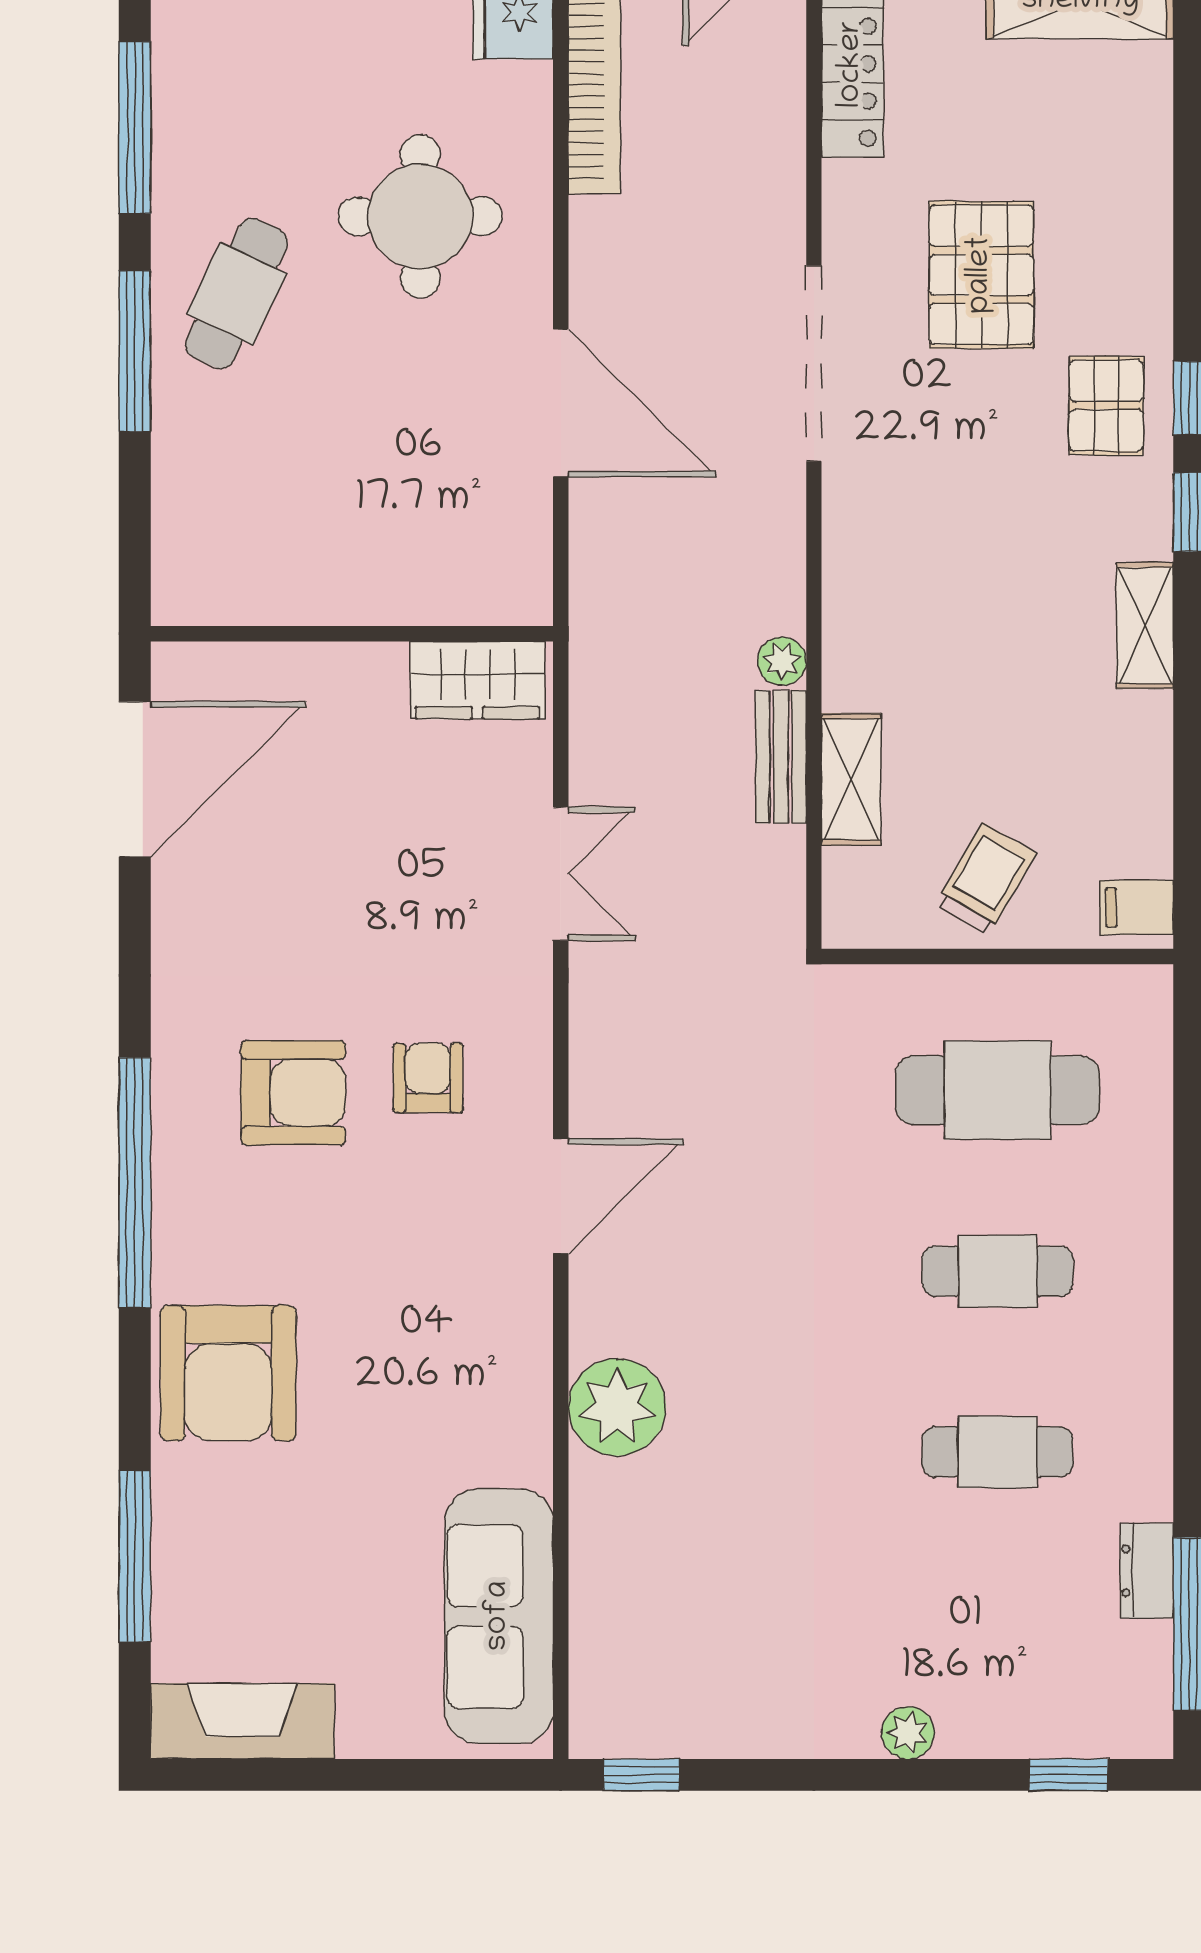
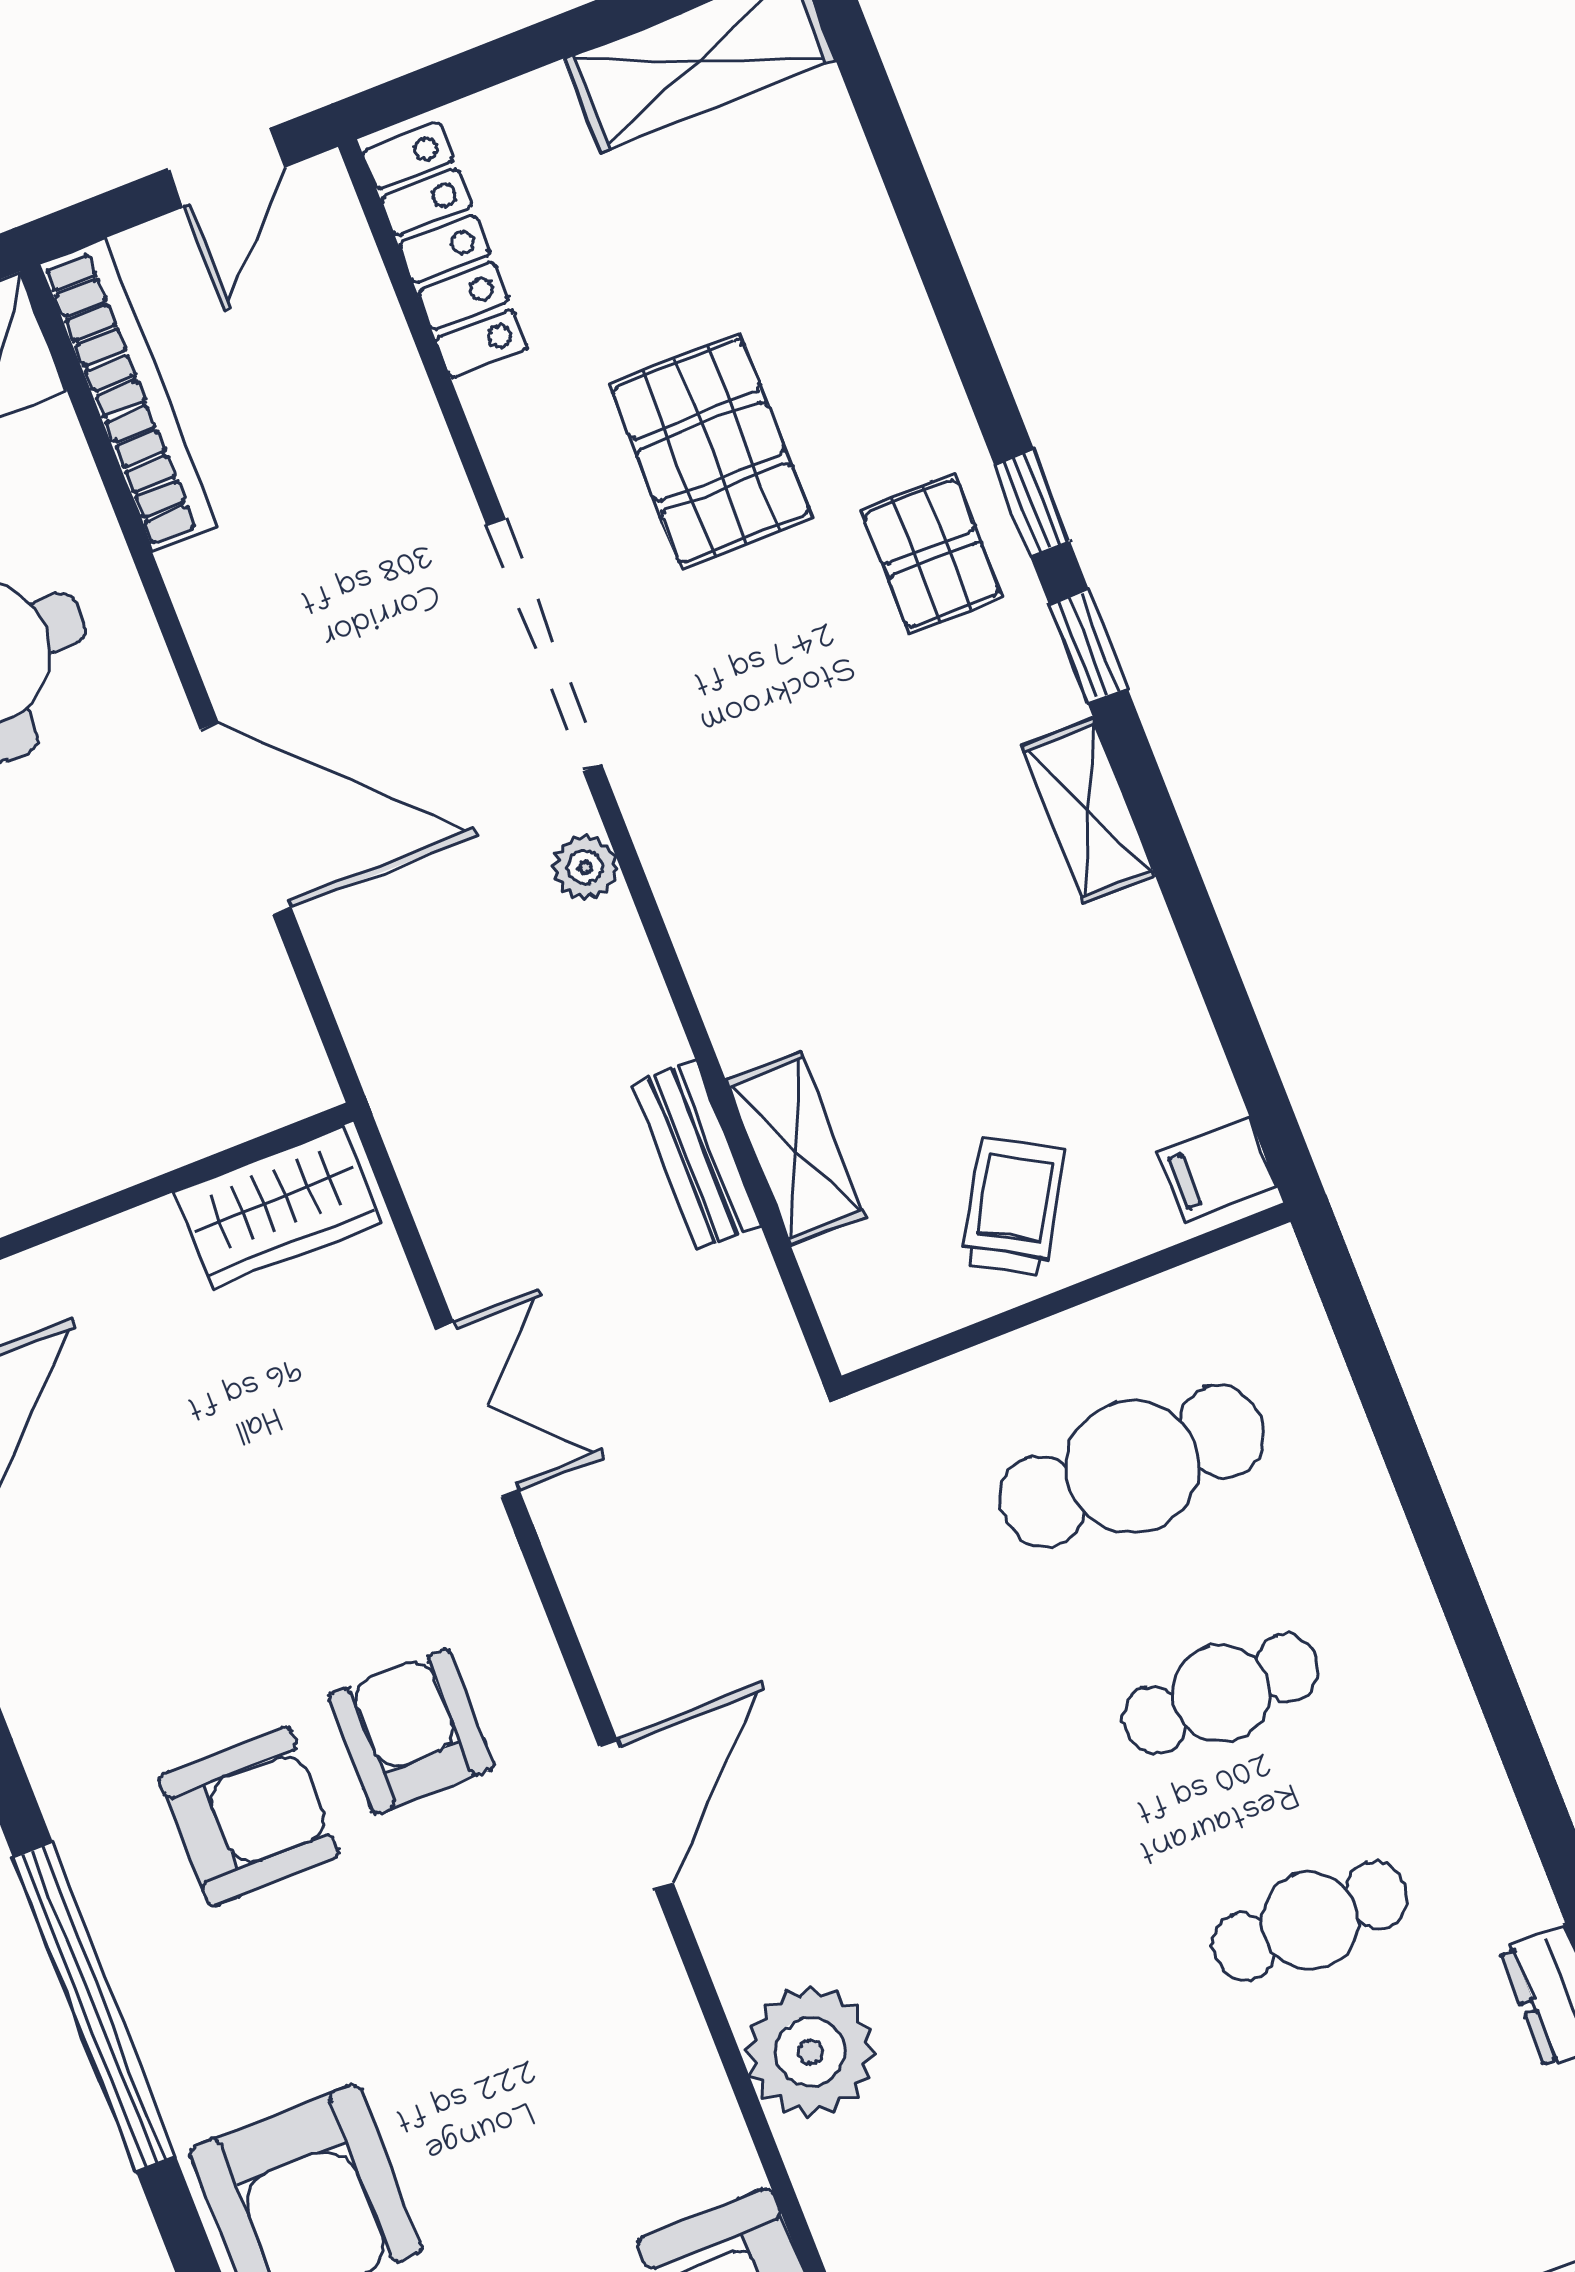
plant: (782, 661) -> (585, 867), moved
armchair: (428, 1078) -> (411, 1731), width x1.38, depth x1.38

